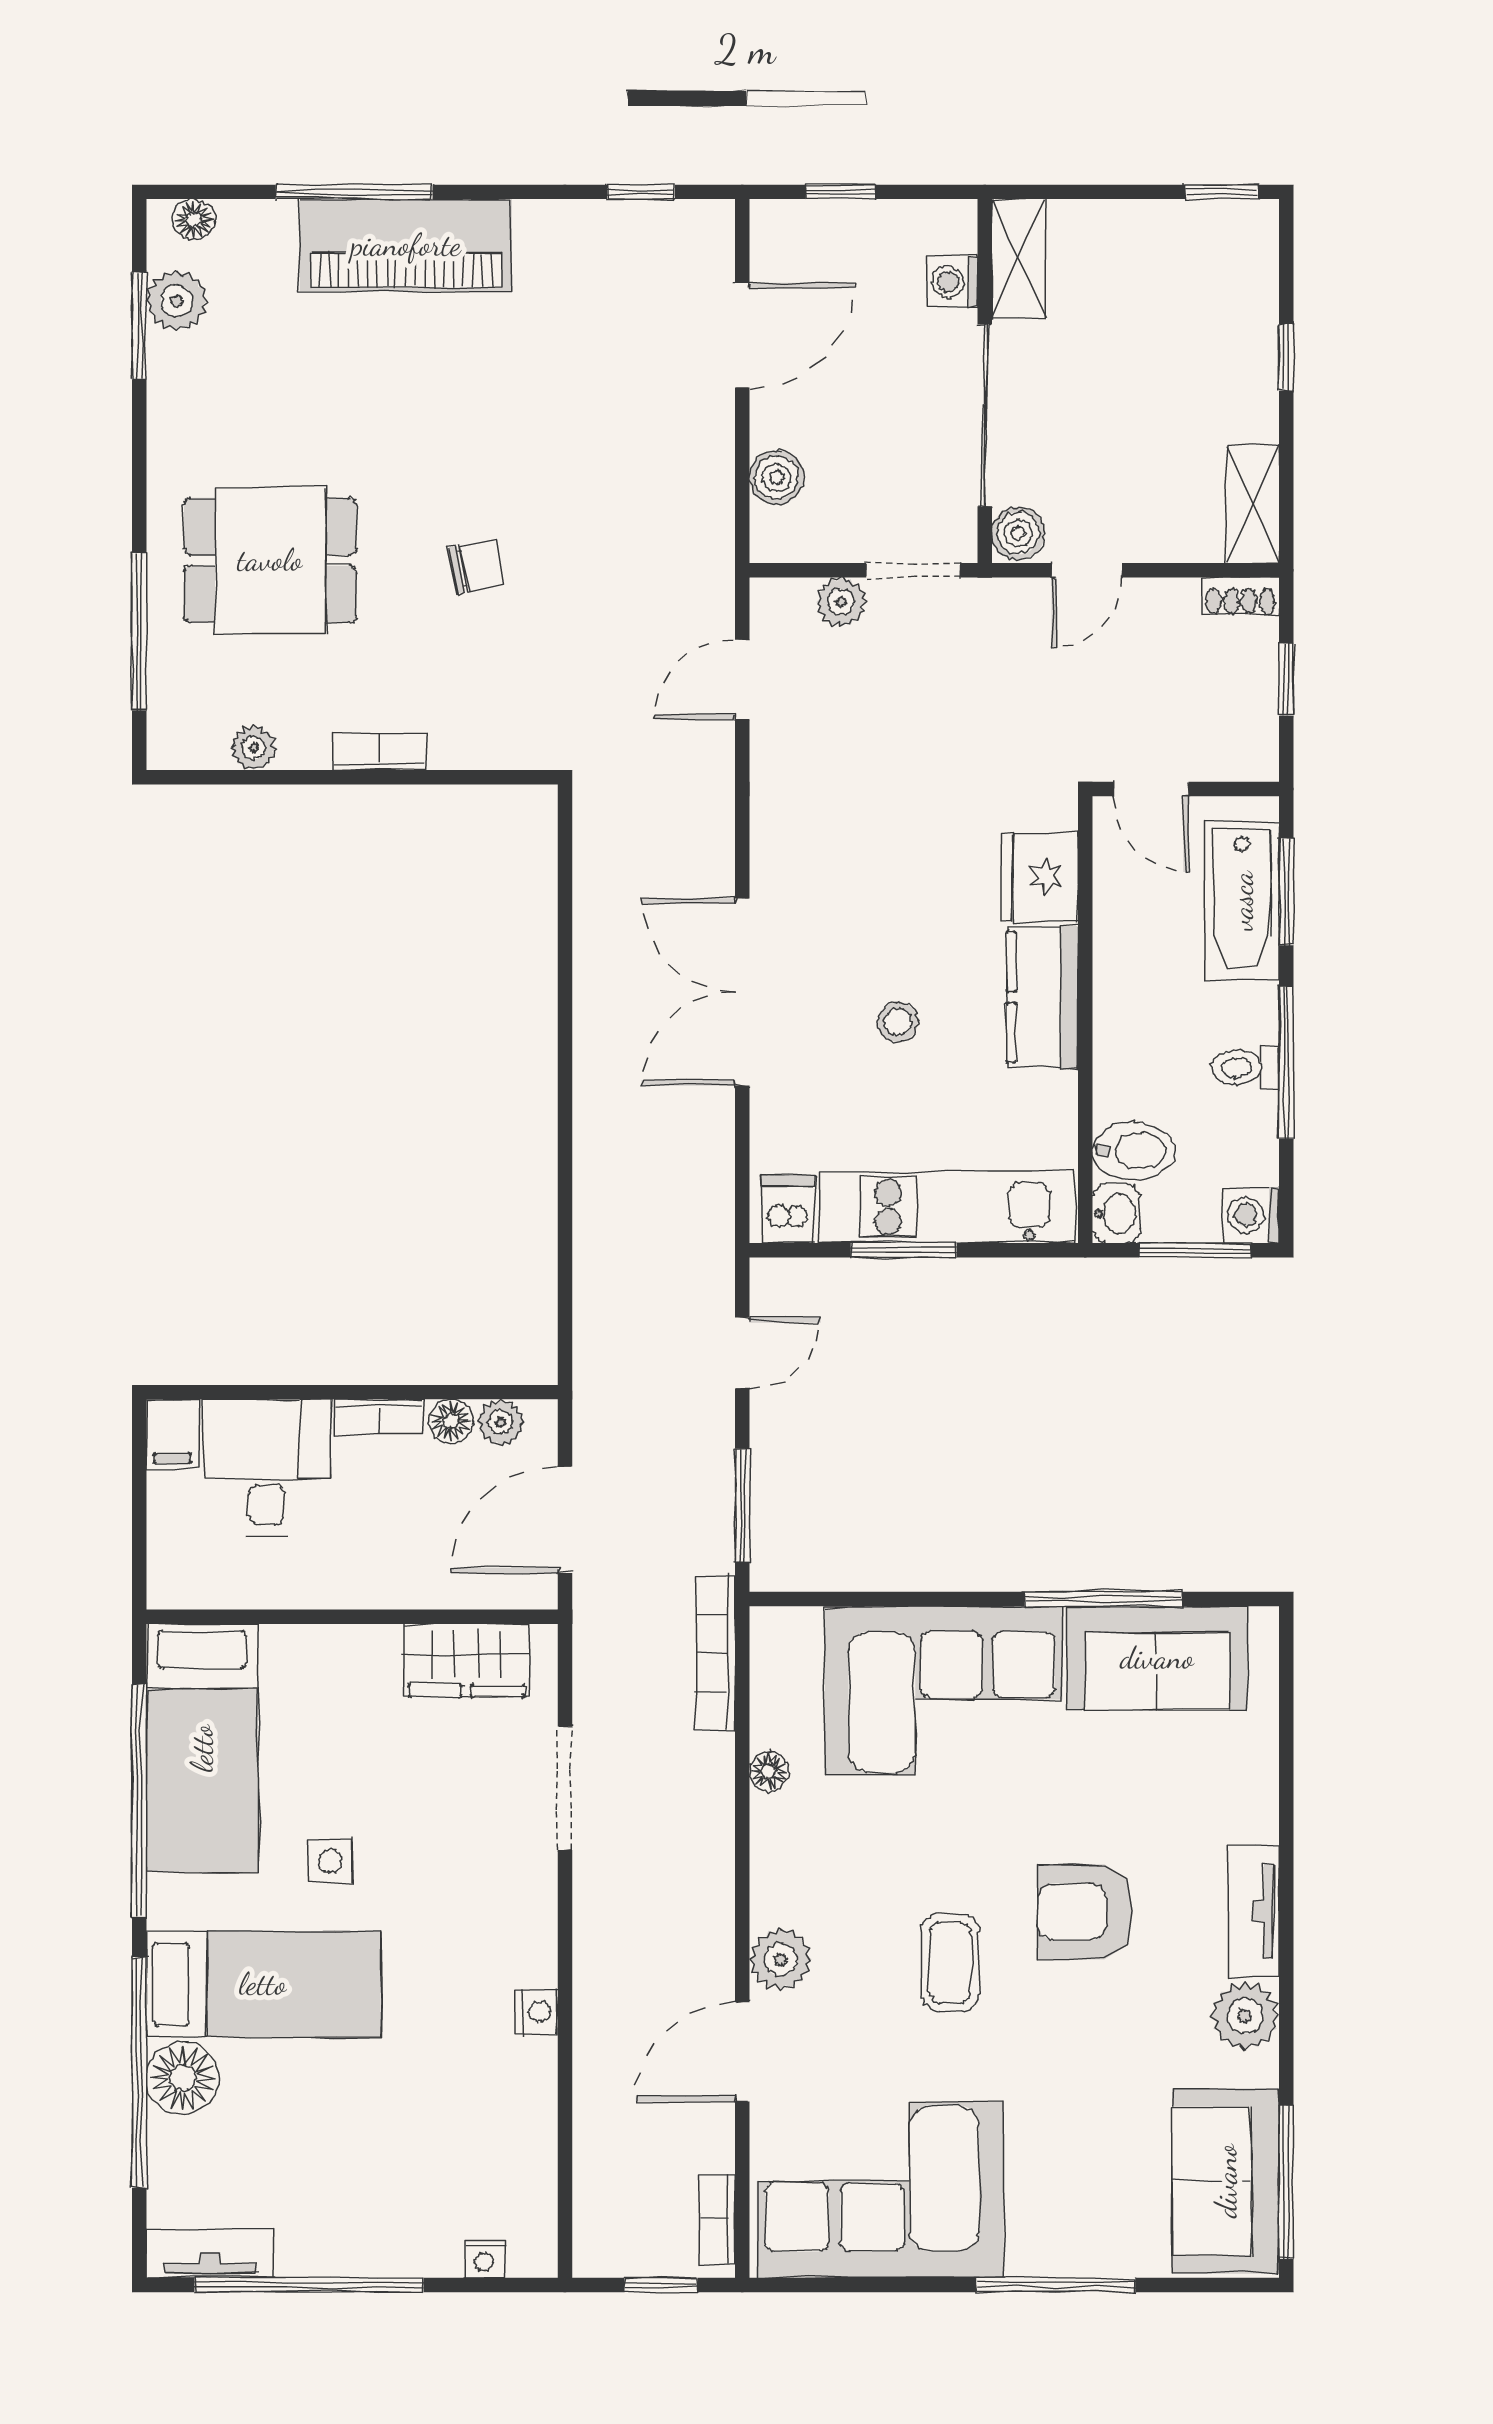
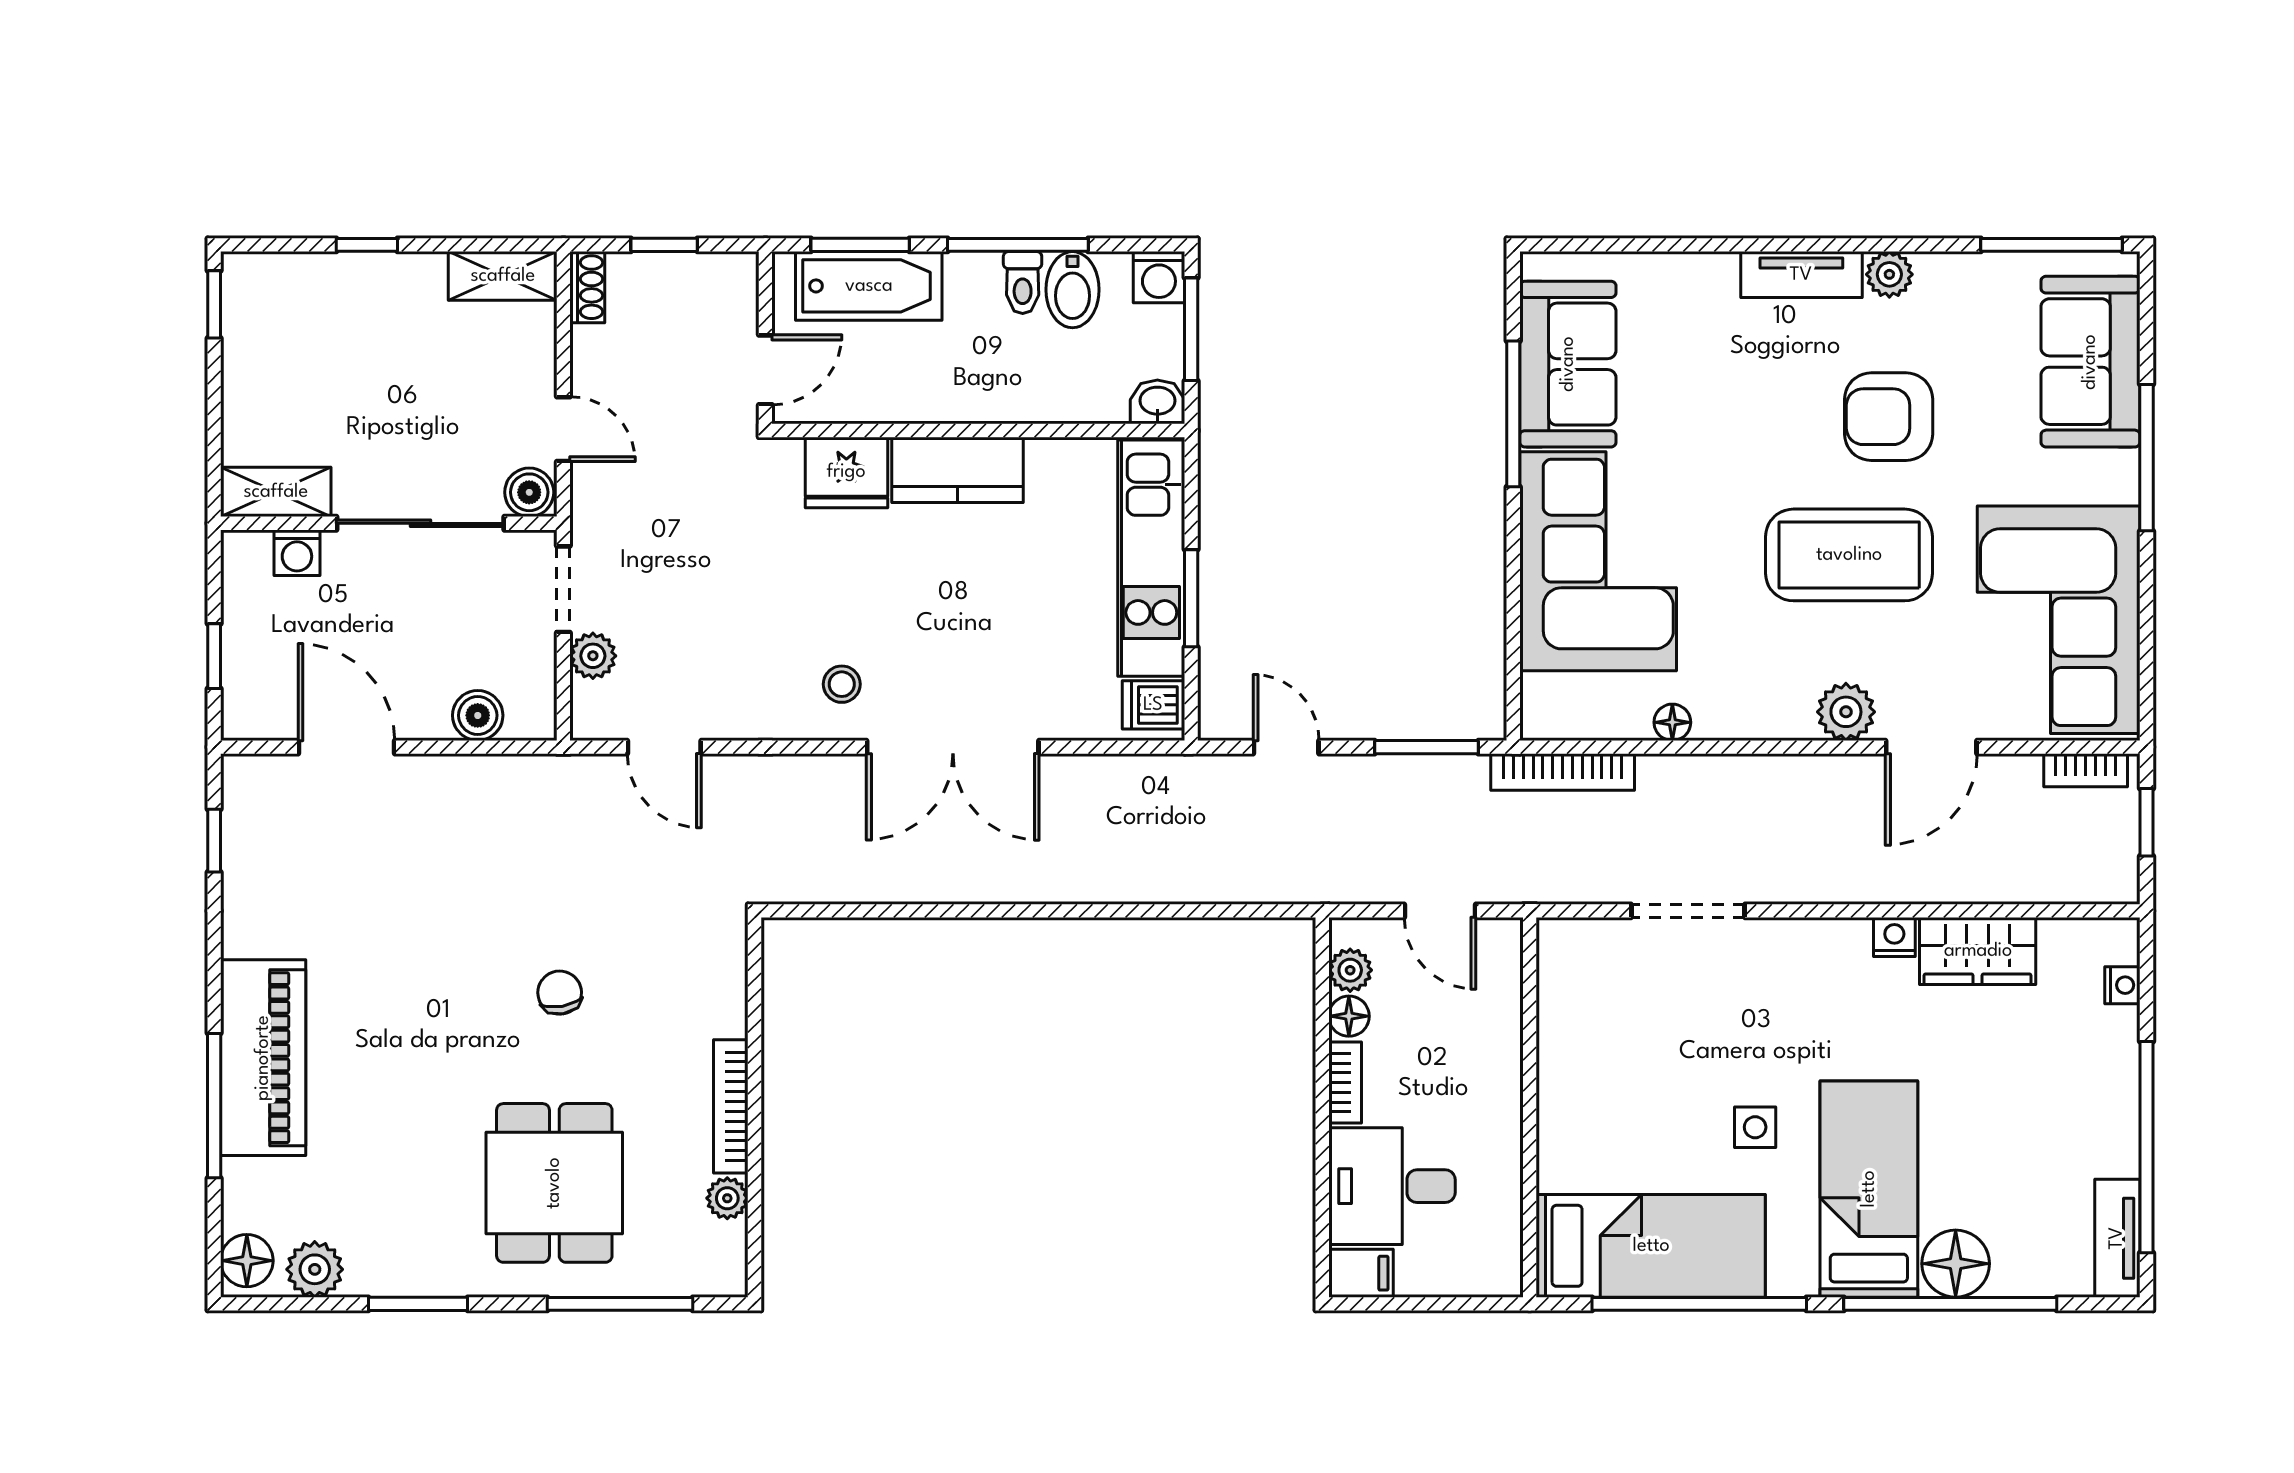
floor lamp: (194, 220) -> (247, 1261), width x1.37, depth x1.37
window: (139, 326) -> (418, 1304), moved
bookcase: (379, 752) -> (731, 1106), width x1.56
stool: (898, 1022) -> (842, 684), moved
bidet: (1134, 1151) -> (1072, 290), moved, turned 180
door: (565, 1520) -> (1440, 911), width x0.73
wardrobe: (467, 1660) -> (1978, 951), moved, turned 90
armchair: (1085, 1912) -> (1889, 417), moved, turned 90
coffee table: (950, 1963) -> (1849, 555), width x1.86, depth x1.72
plant: (1245, 2016) -> (1889, 274), width x0.73, depth x0.73
door: (742, 2052) -> (1931, 747), hinge flipped
sofa: (1226, 2181) -> (2090, 362), moved, turned 90

